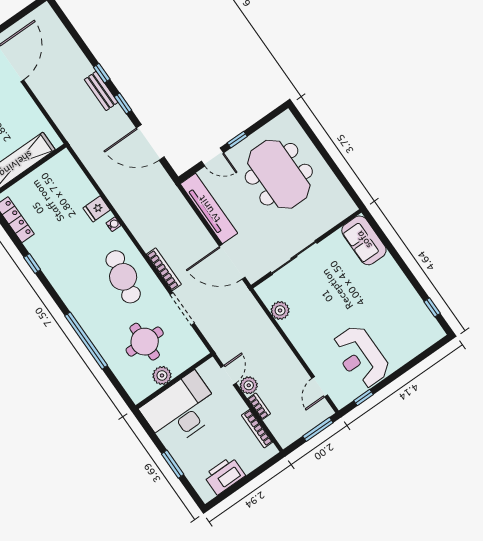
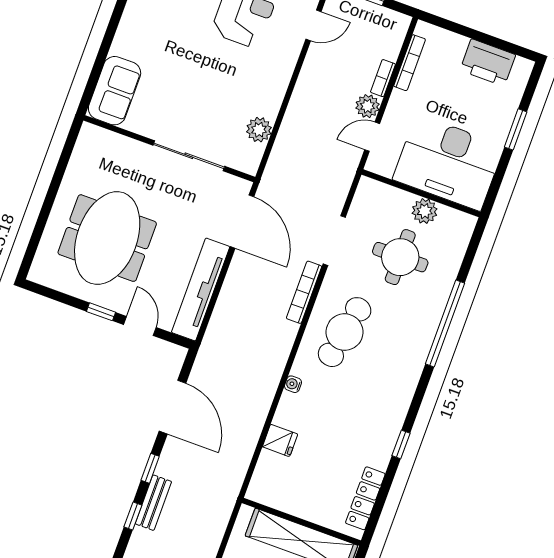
fridge: (97, 209) -> (280, 440), moved

